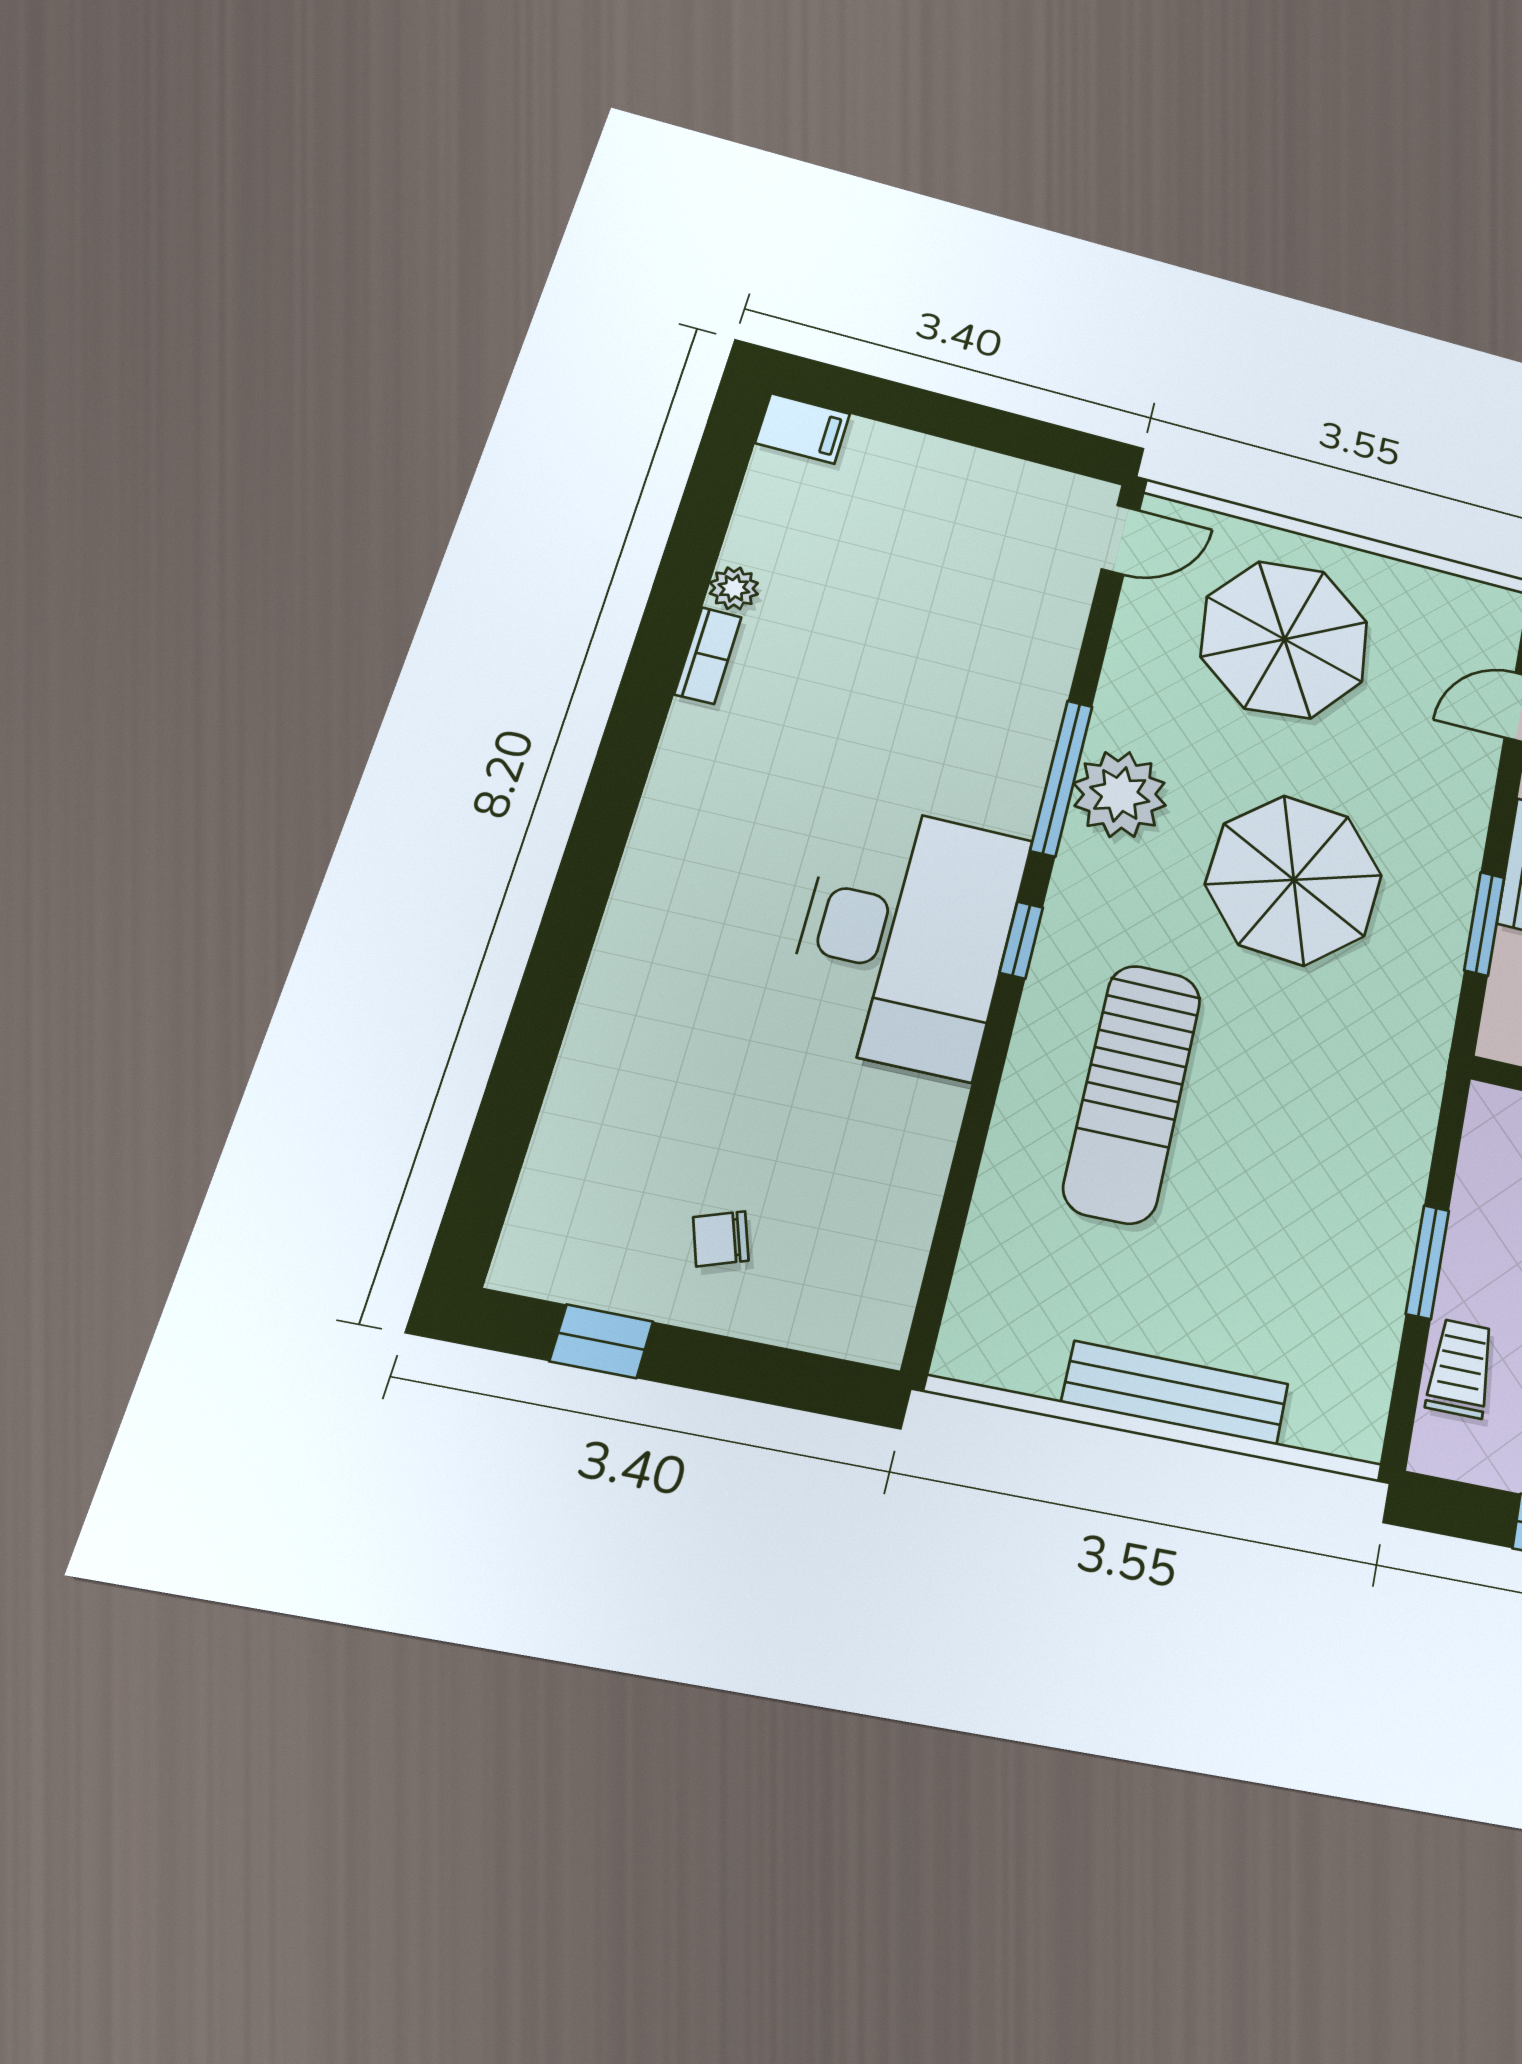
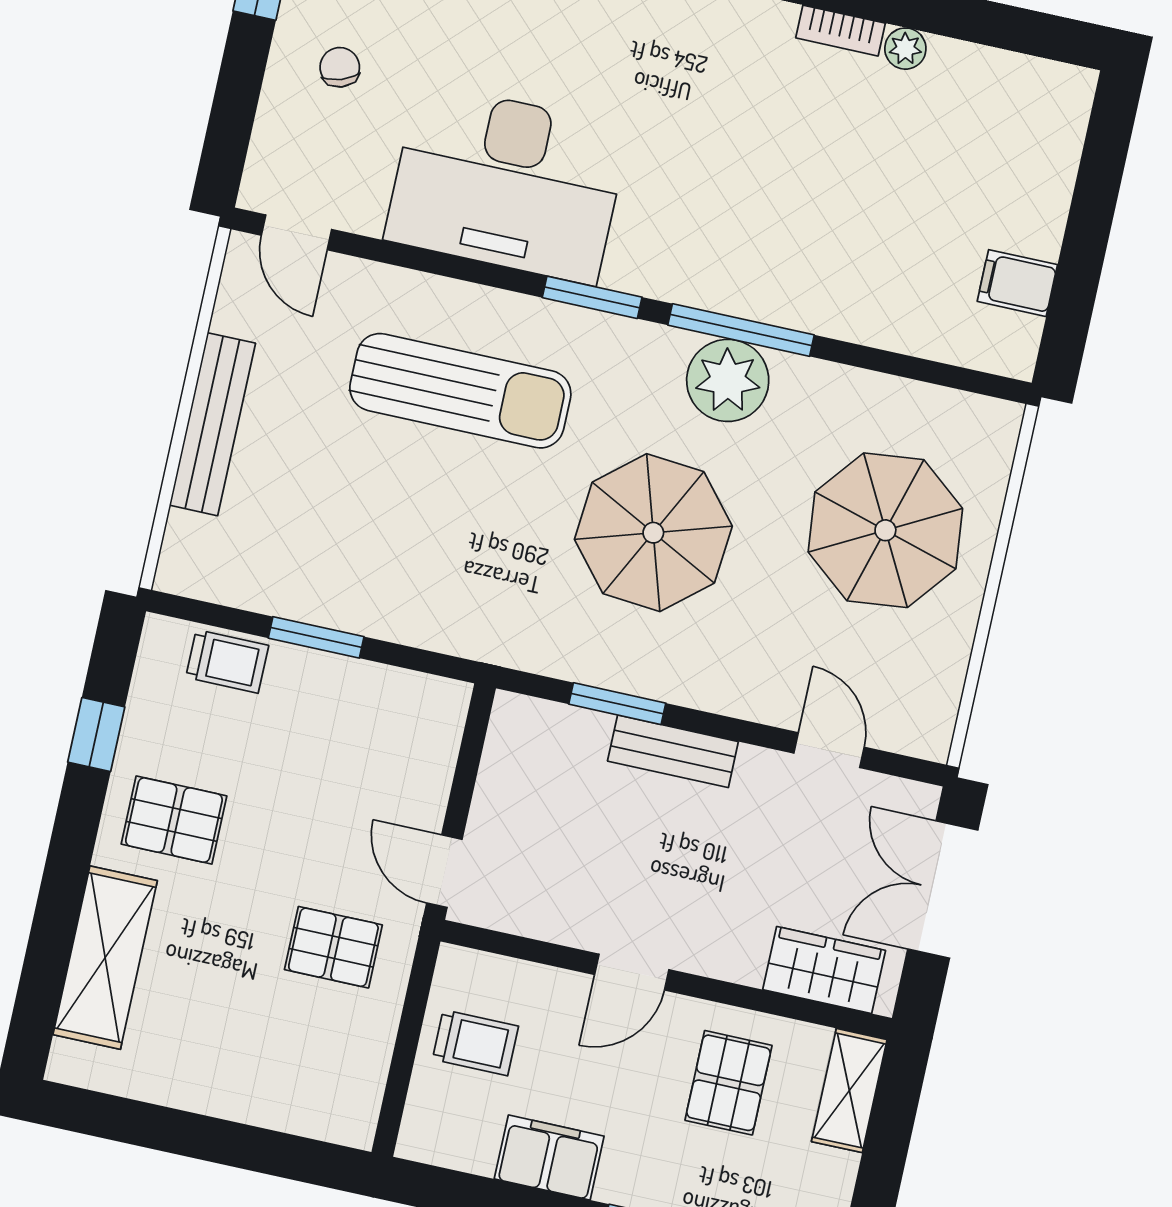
filing cabinet: (803, 428) -> (1017, 283), moved, turned 90
door: (1121, 540) -> (297, 232), moved
desk: (906, 938) -> (507, 183), moved
window: (1021, 940) -> (592, 297), width x1.50
sun lounger: (1133, 1093) -> (460, 391), turned 180

